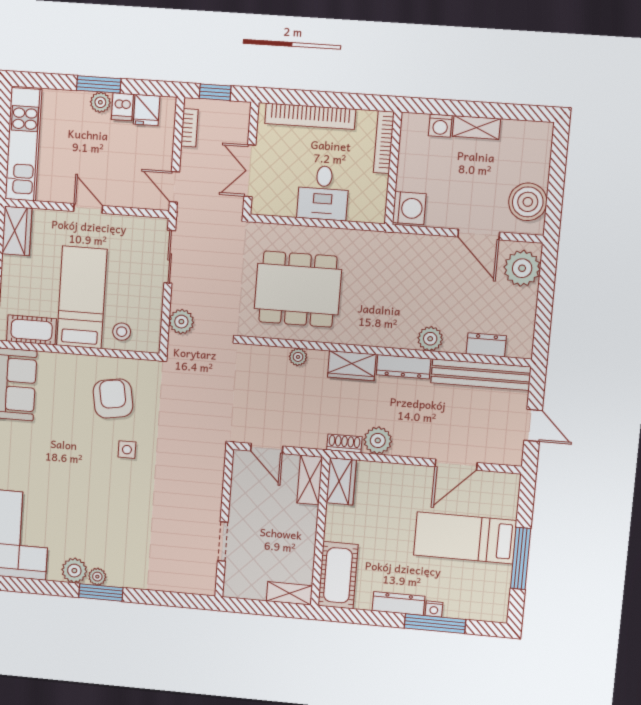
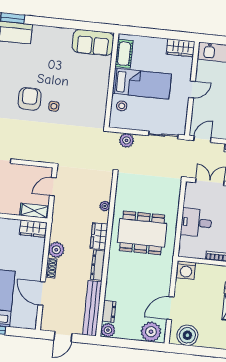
dining table: (298, 289) -> (142, 233), moved, turned 90
plant: (430, 339) -> (108, 330), moved
armchair: (113, 399) -> (30, 99), moved, turned -81
shoe rack: (344, 443) -> (51, 268), moved

